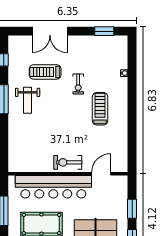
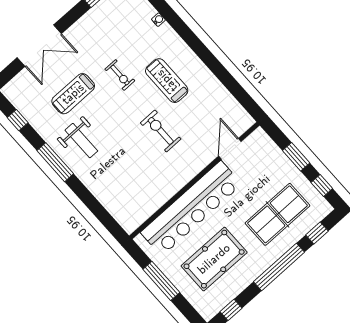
exercise bike: (68, 162) -> (161, 131), moved, turned 90

